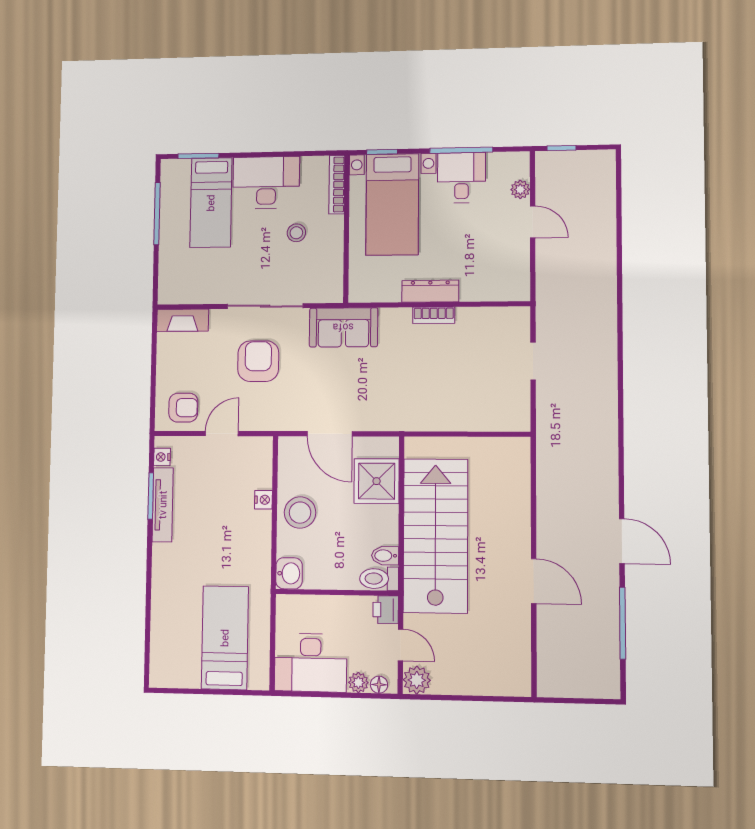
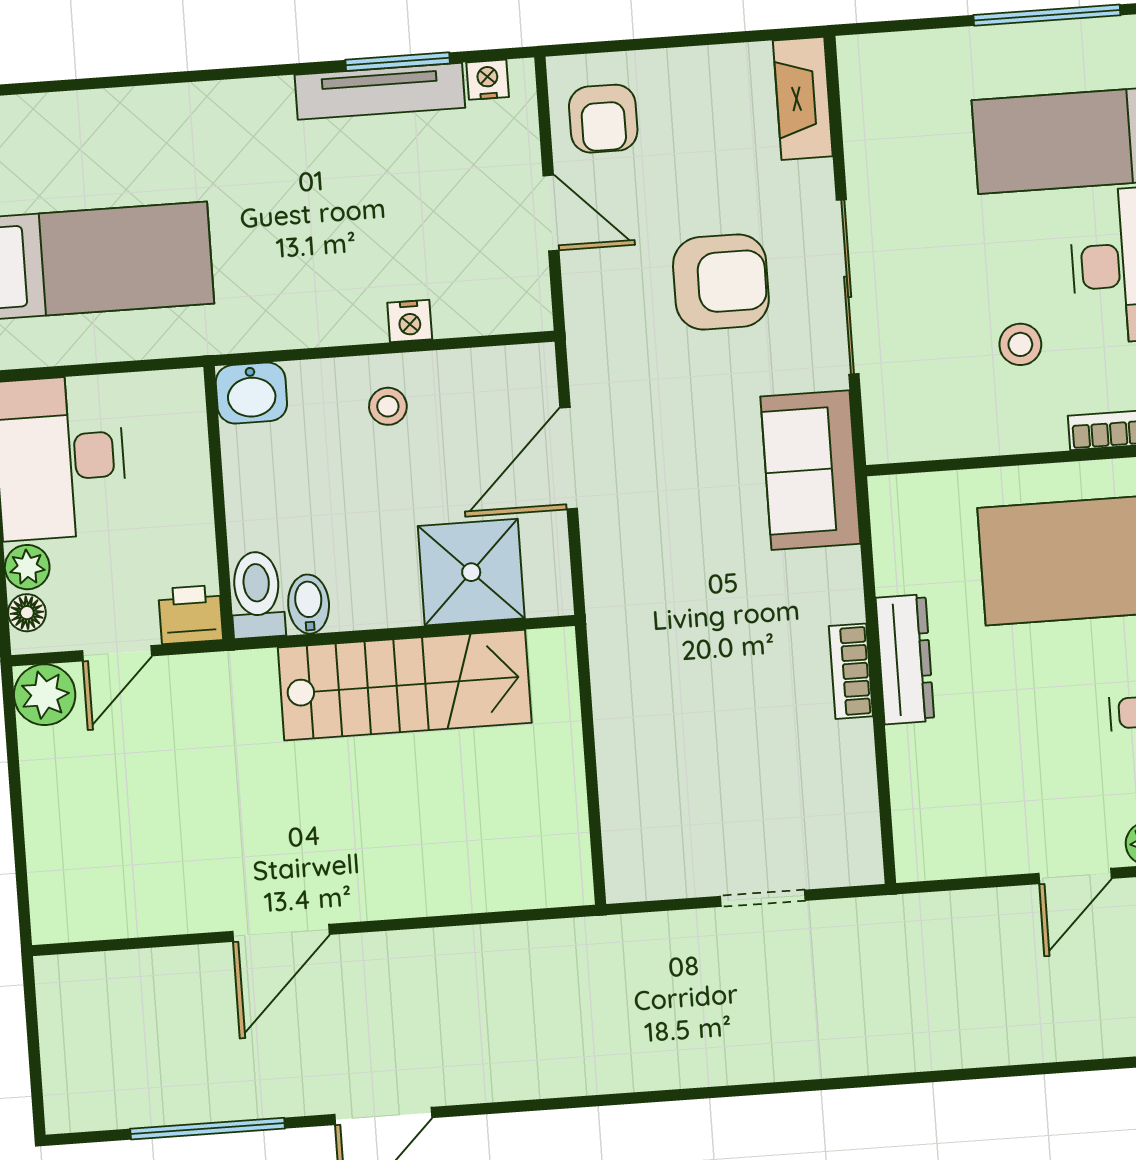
stool: (300, 513) -> (388, 406), width x0.53, depth x0.53
stairs: (435, 536) -> (405, 685), width x0.73, depth x0.66

